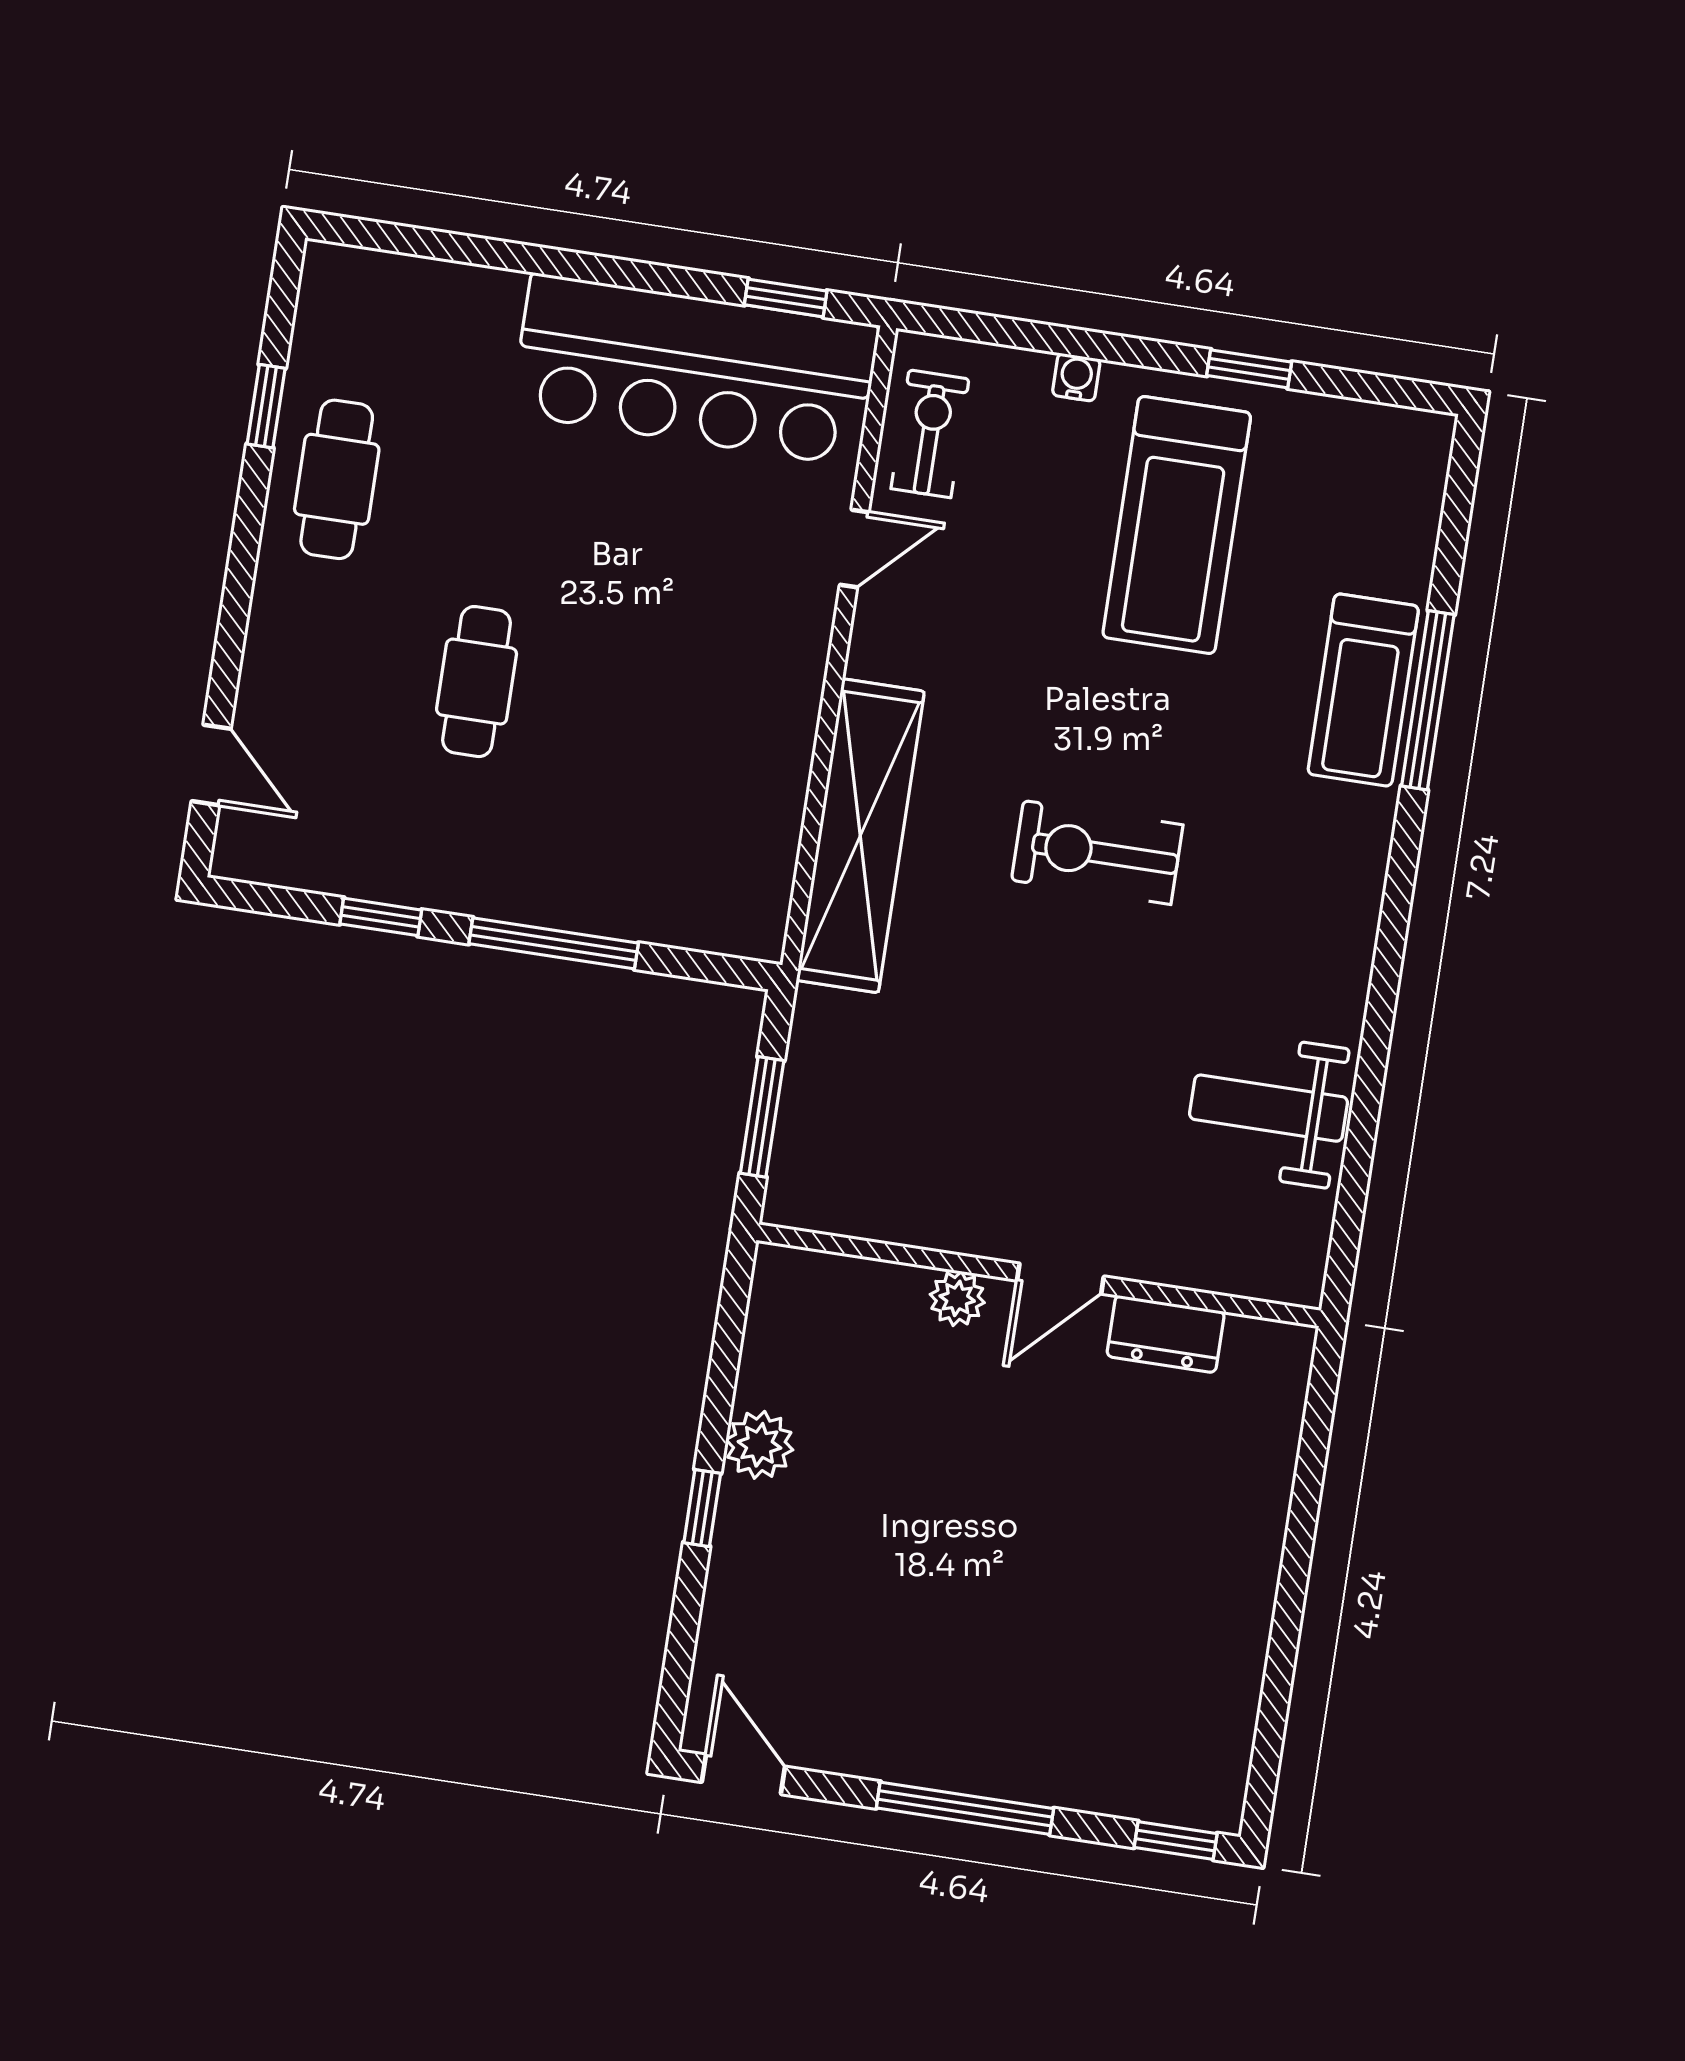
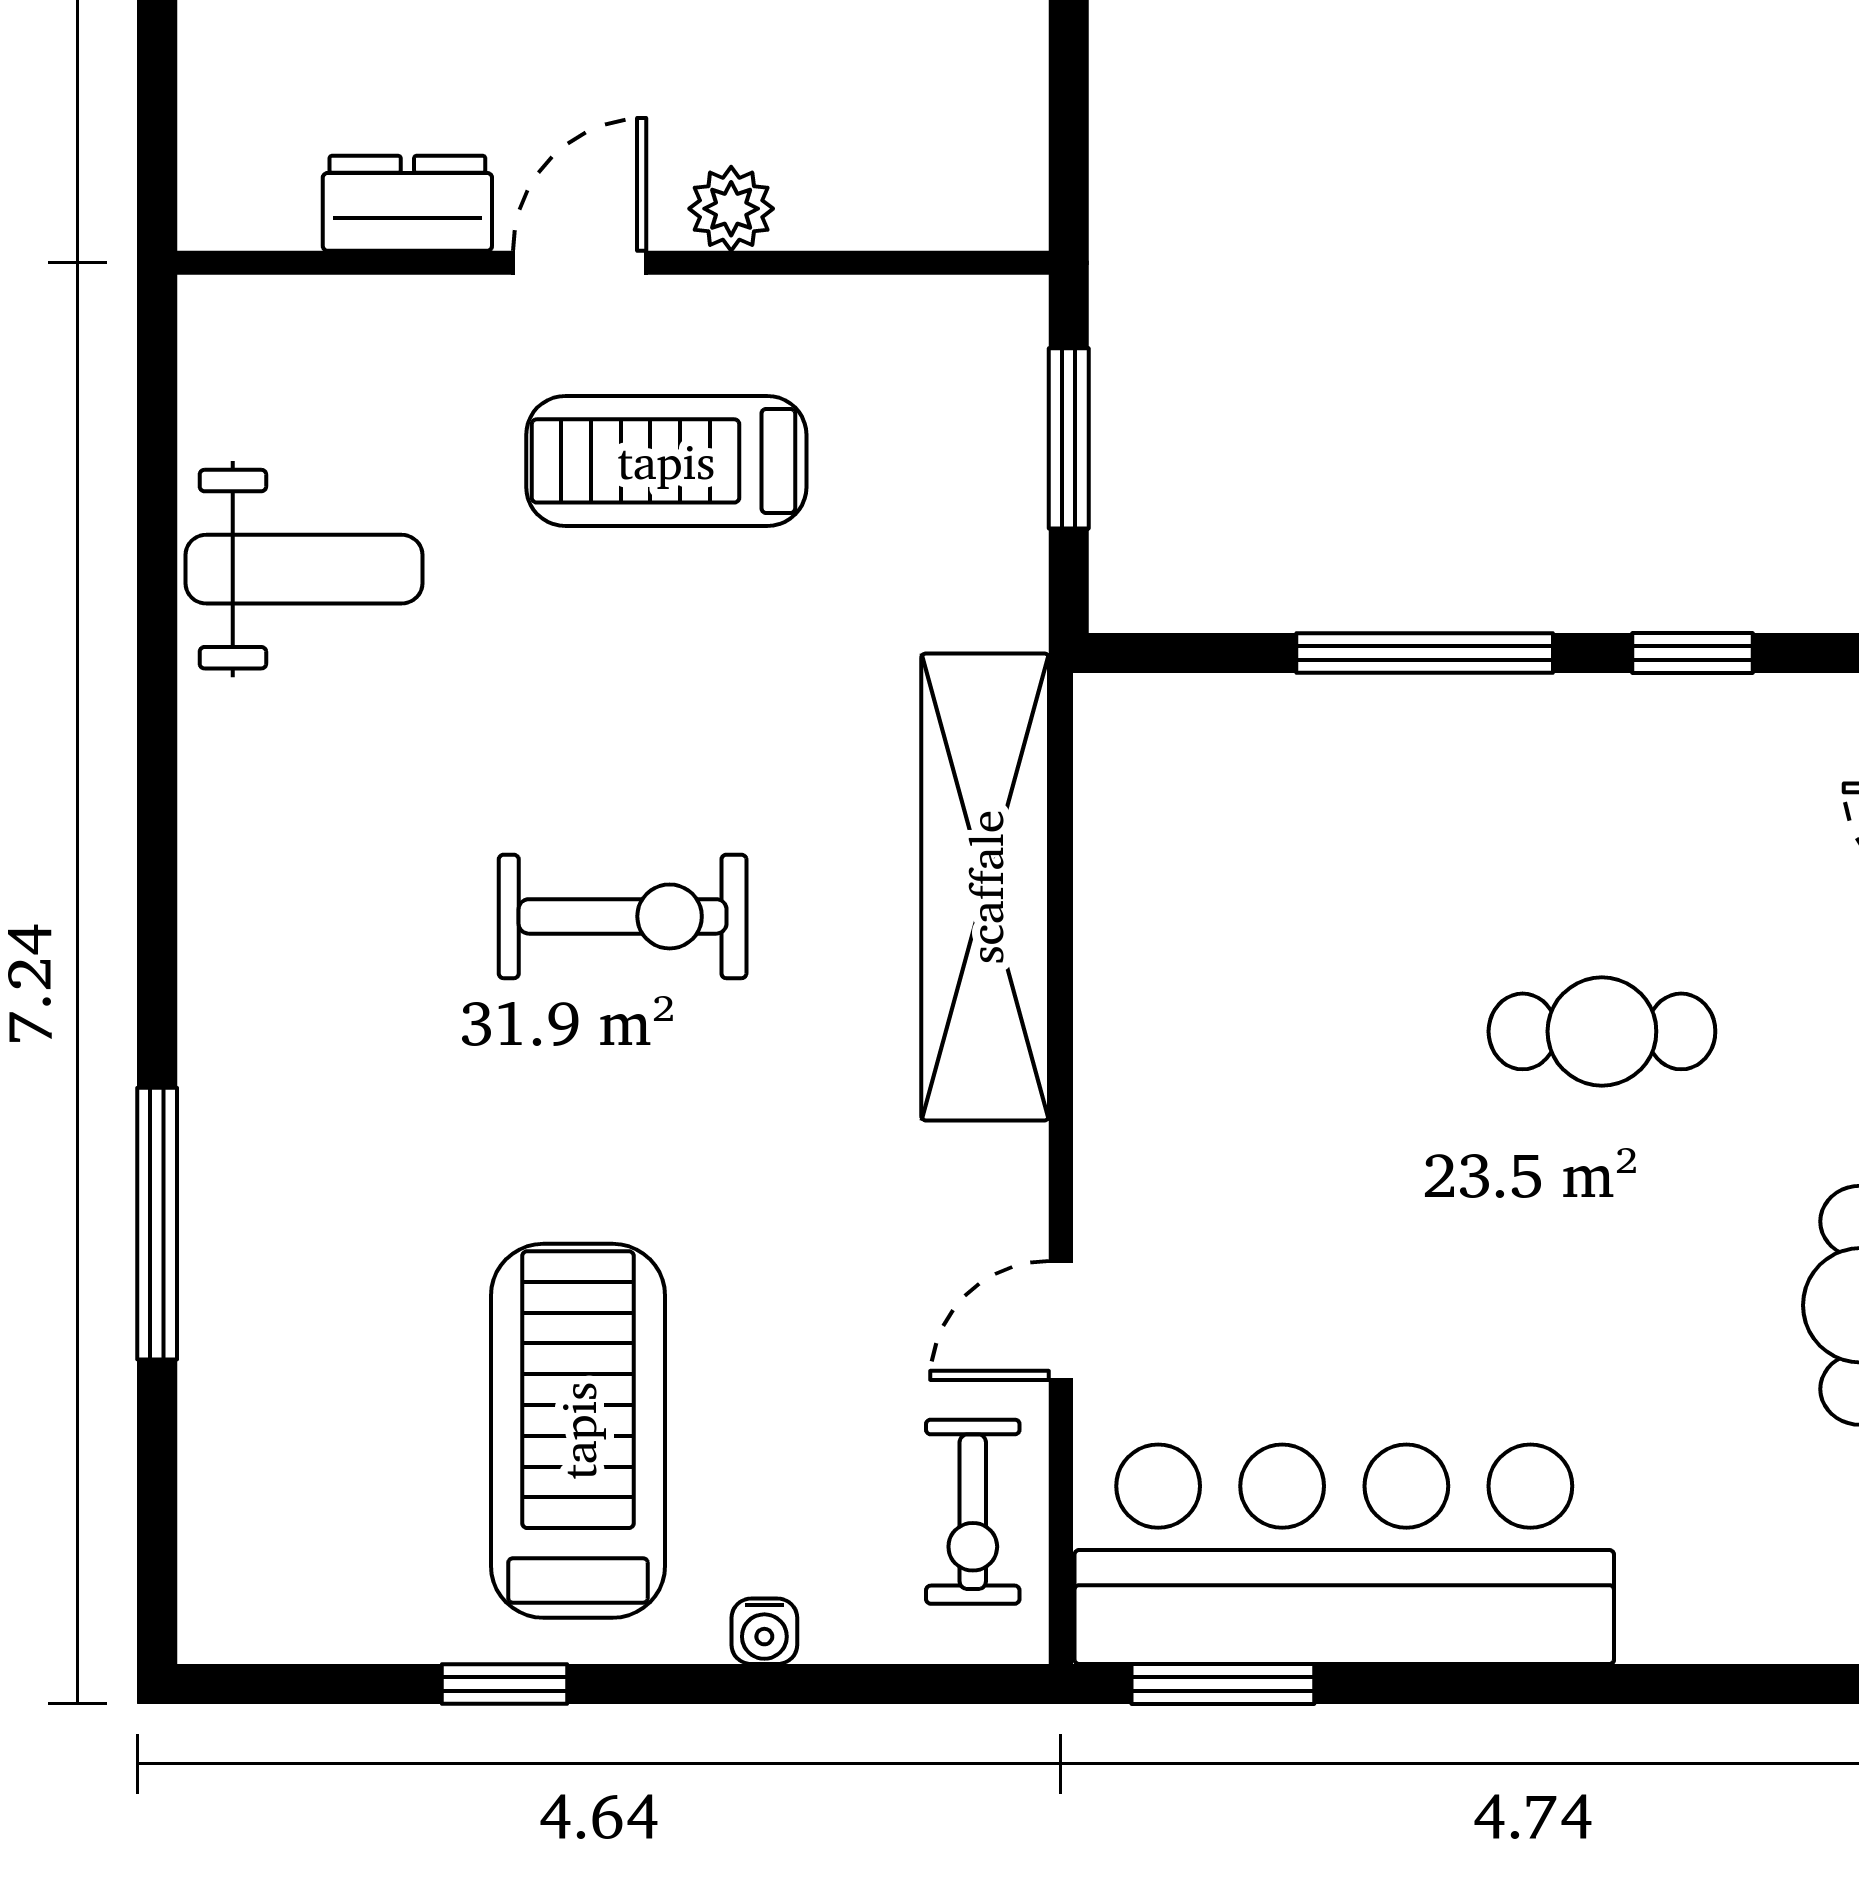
window: (786, 298) -> (1223, 1684), width x1.50
cafe table: (477, 682) -> (1602, 1031), turned 90
treadmill: (1363, 690) -> (666, 461), moved, turned -90

